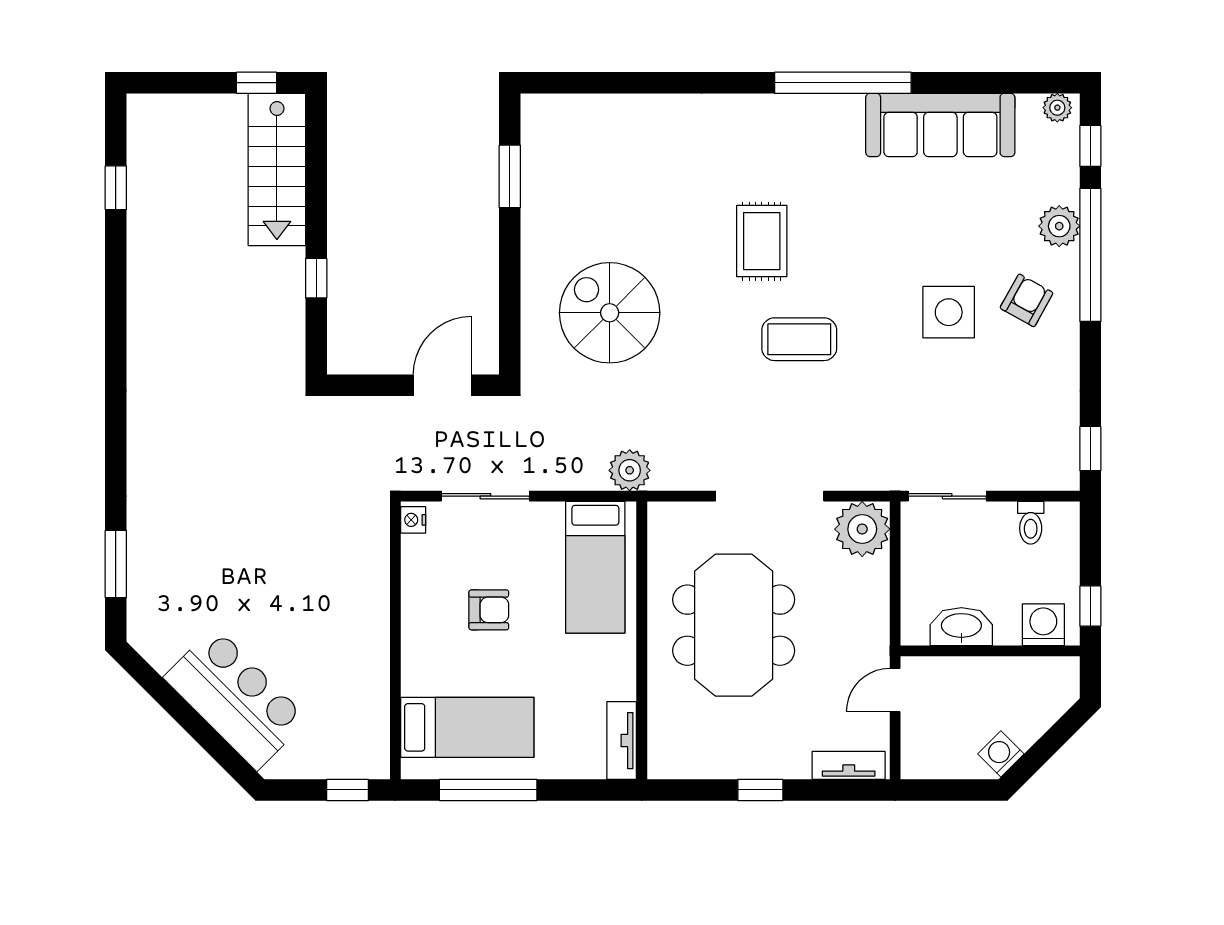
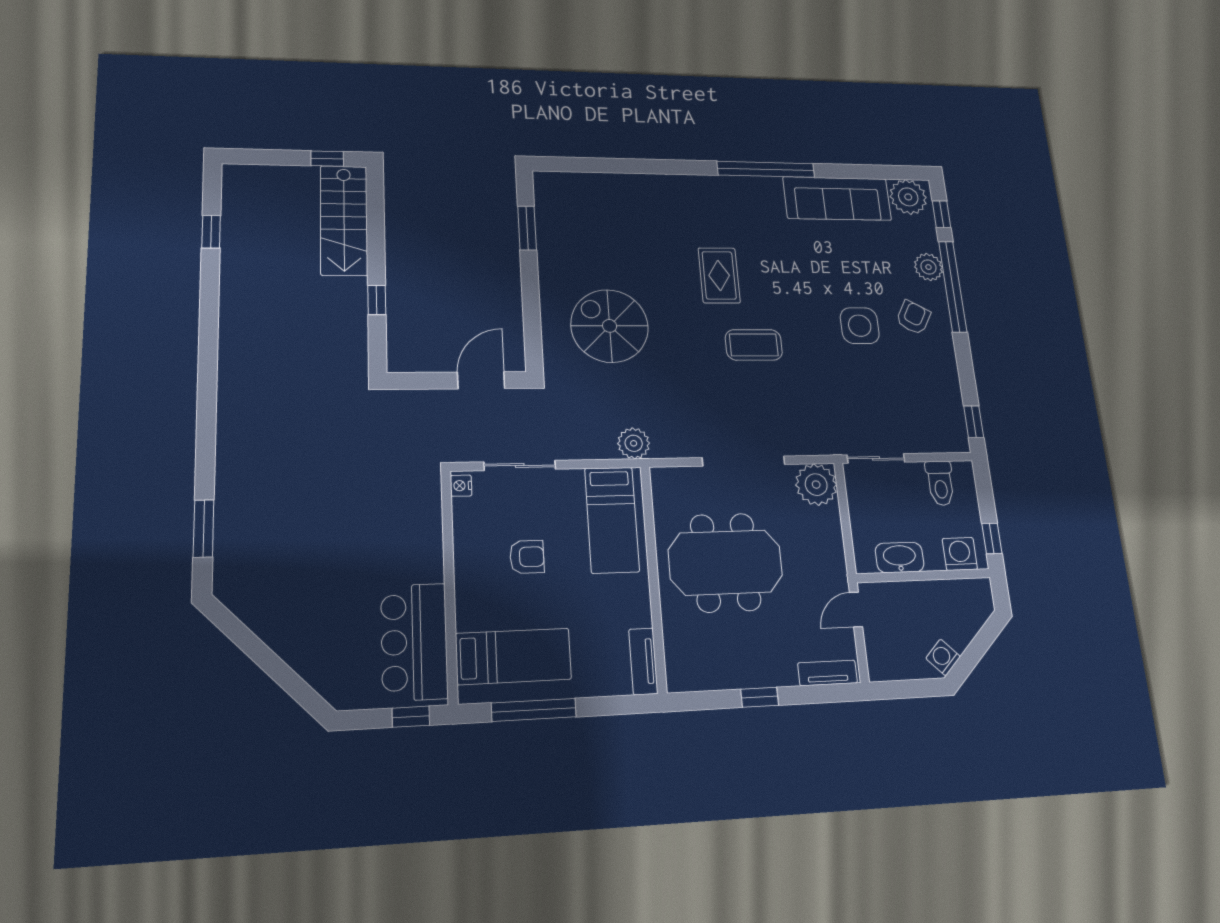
plant: (1057, 108) -> (908, 197), width x1.88, depth x1.88
toilet: (1031, 523) -> (940, 483), width x1.37, depth x1.39
meeting table: (734, 625) -> (725, 562), turned 90
bar counter: (236, 698) -> (414, 642), moved, turned -135

